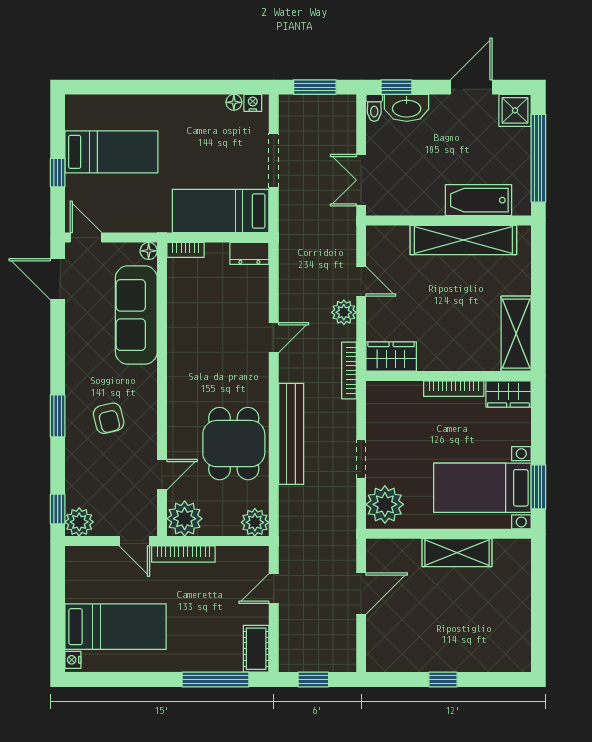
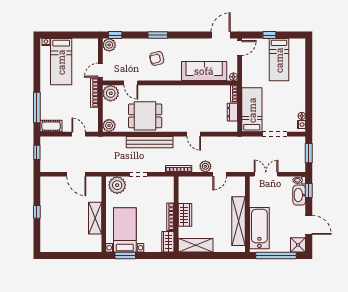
bathtub: (478, 200) -> (259, 228), width x1.36, depth x1.36
dresser: (249, 253) -> (232, 112), moved
wardrobe: (391, 357) -> (185, 215), moved

